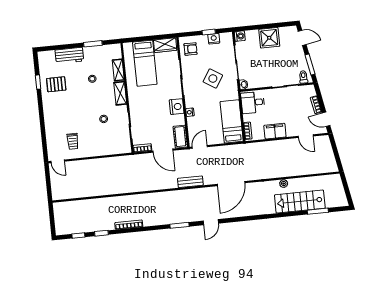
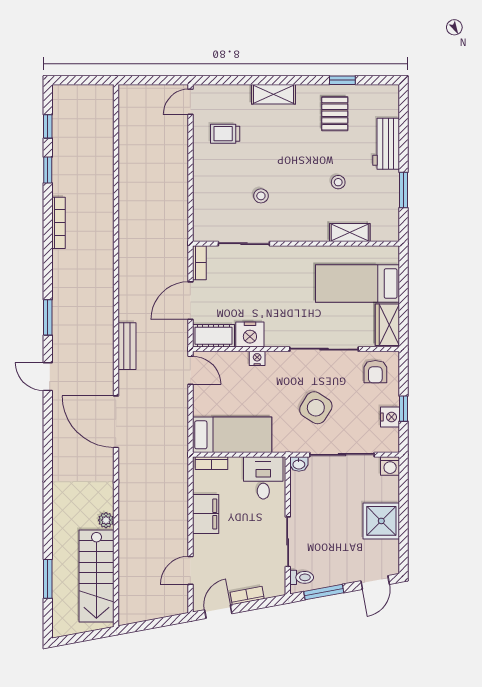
shelving: (120, 93) -> (274, 94), moved
nightstand: (177, 107) -> (250, 335), moved
stairs: (300, 202) -> (96, 576), moved, turned 180

